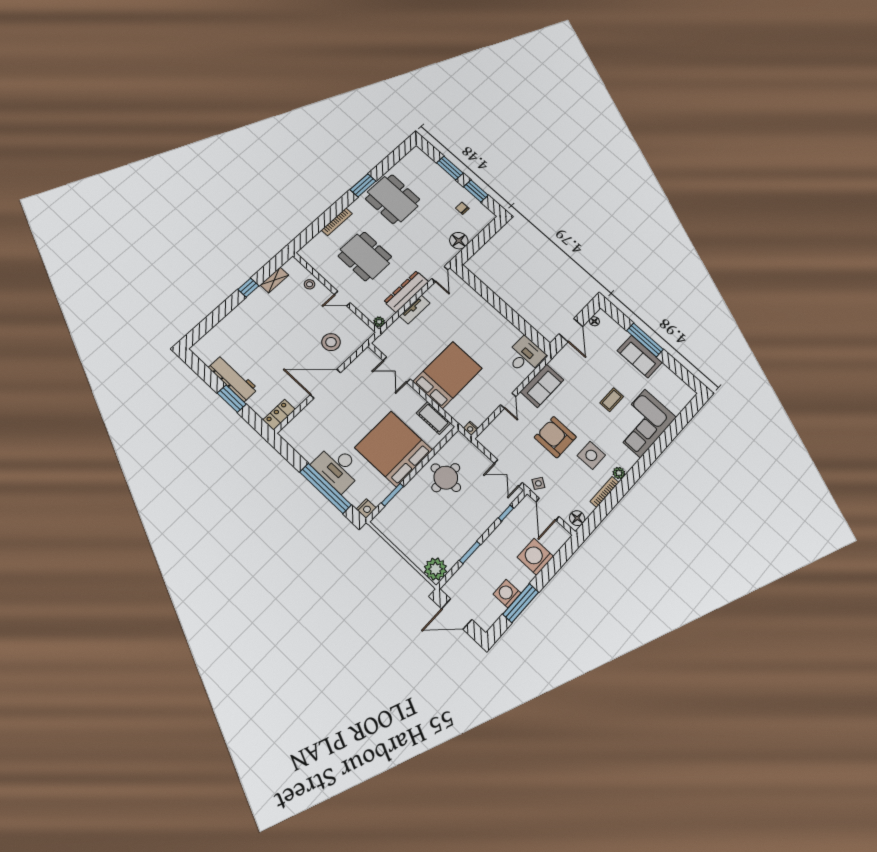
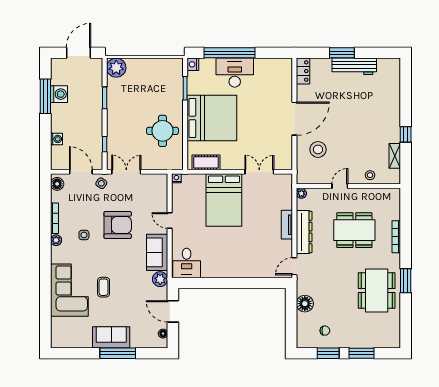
dining table: (393, 199) -> (377, 290), turned 90
door: (440, 274) -> (294, 266), hinge flipped
plant: (559, 363) -> (160, 279), added
side table: (591, 455) -> (84, 235), width x0.54, depth x0.54
washing machine: (535, 557) -> (57, 139), width x0.53, depth x0.53

